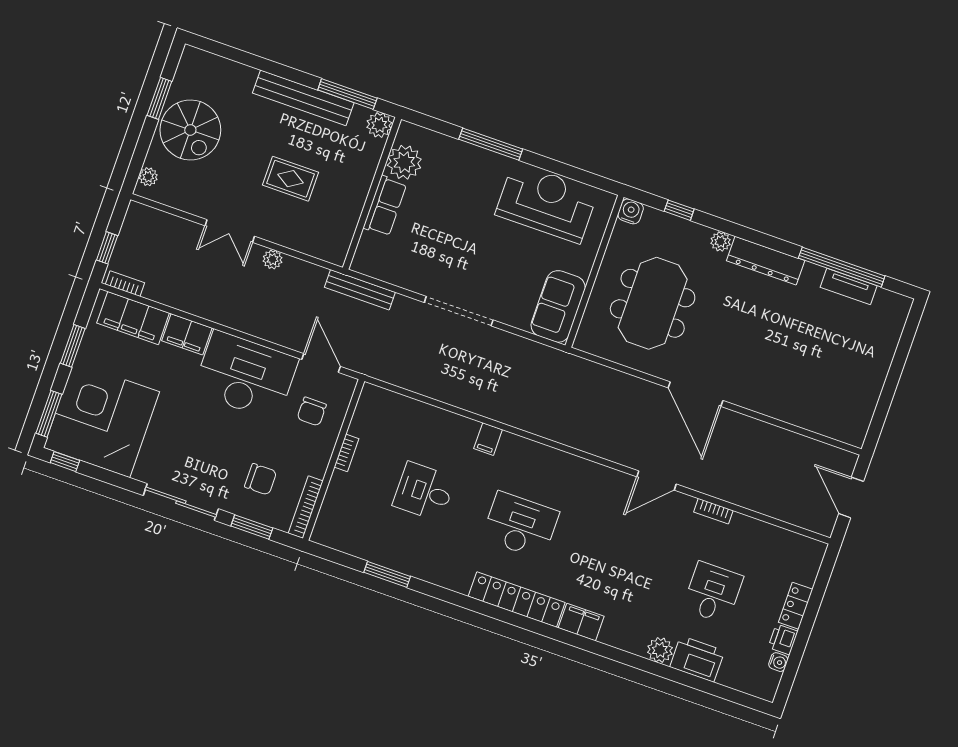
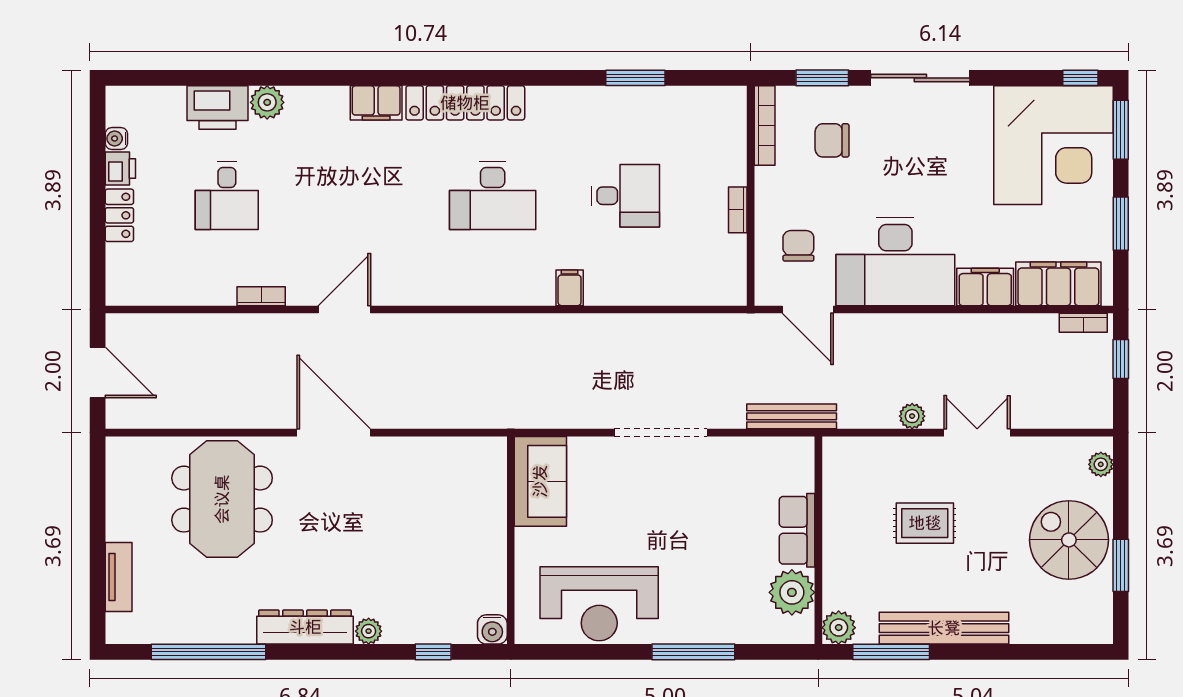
tv unit: (849, 287) -> (119, 577), moved, turned 90
meeting table: (653, 303) -> (222, 499), moved

